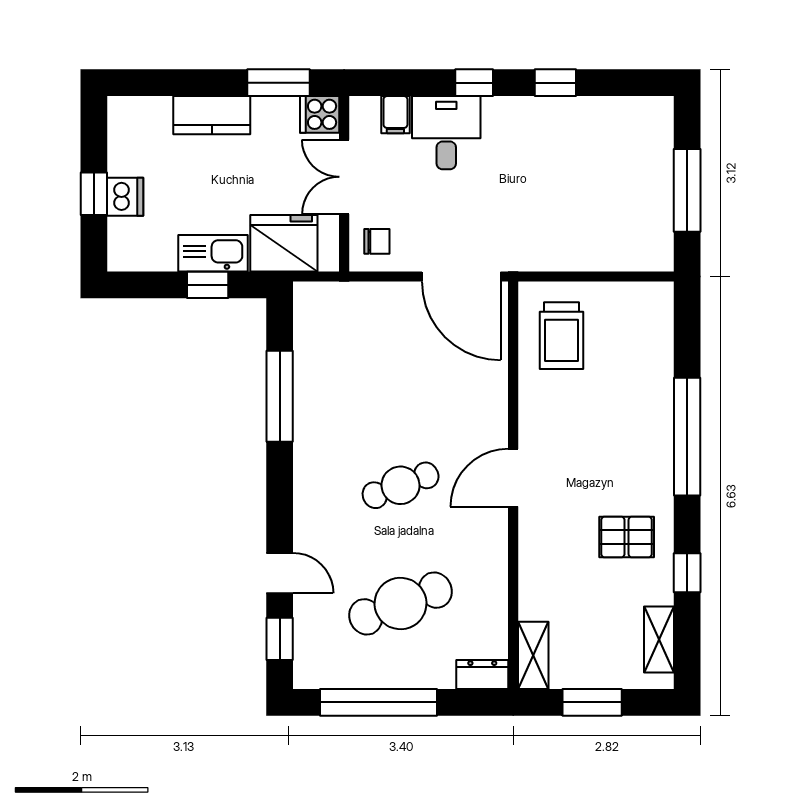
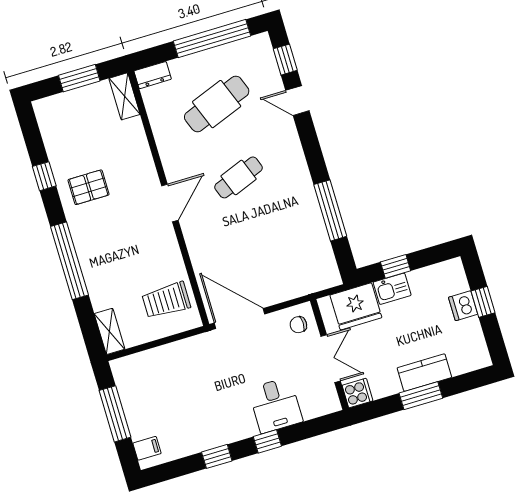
window: (279, 83) -> (421, 396), moved
filing cabinet: (395, 115) -> (147, 448), moved, turned 90
kitchen sink: (213, 253) -> (392, 289), width x0.73
trolley: (561, 336) -> (166, 300), turned -90
shelving: (659, 639) -> (110, 331), moved

